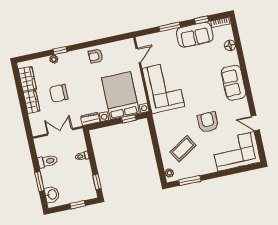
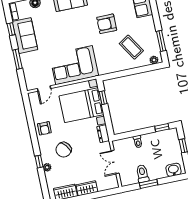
door: (138, 55) -> (44, 89), swing flipped
chair: (59, 93) -> (64, 150), moved, turned 53
window: (40, 182) -> (149, 184), moved

